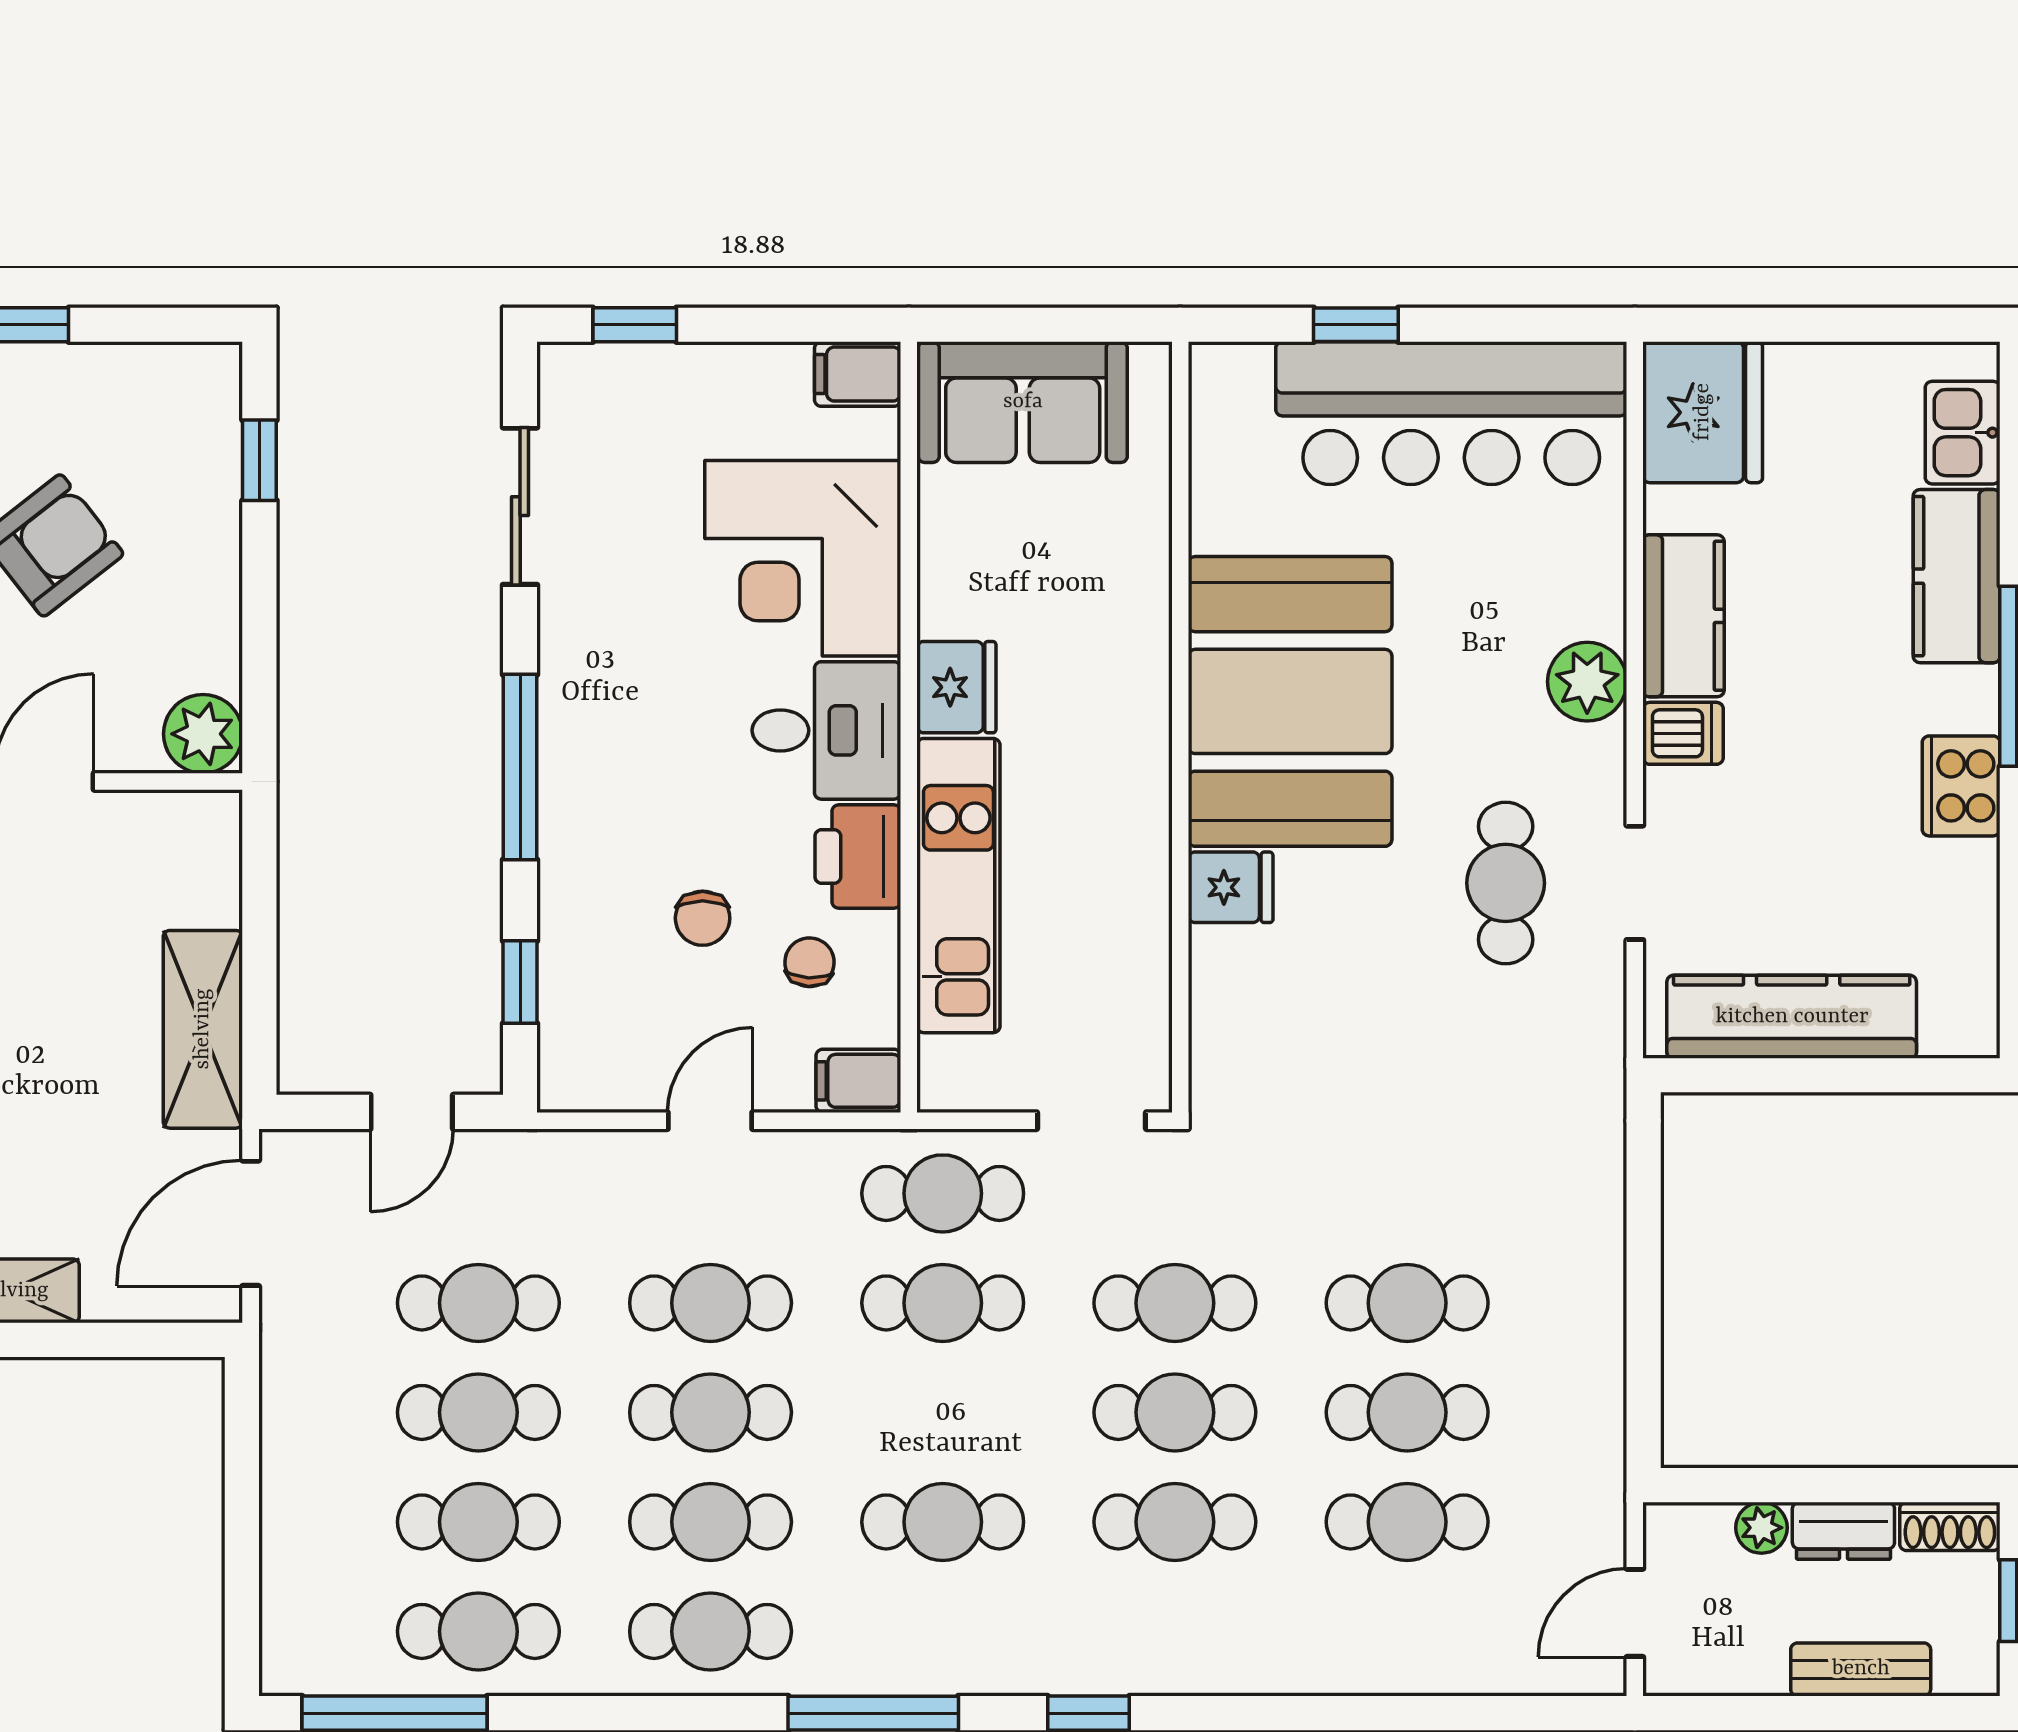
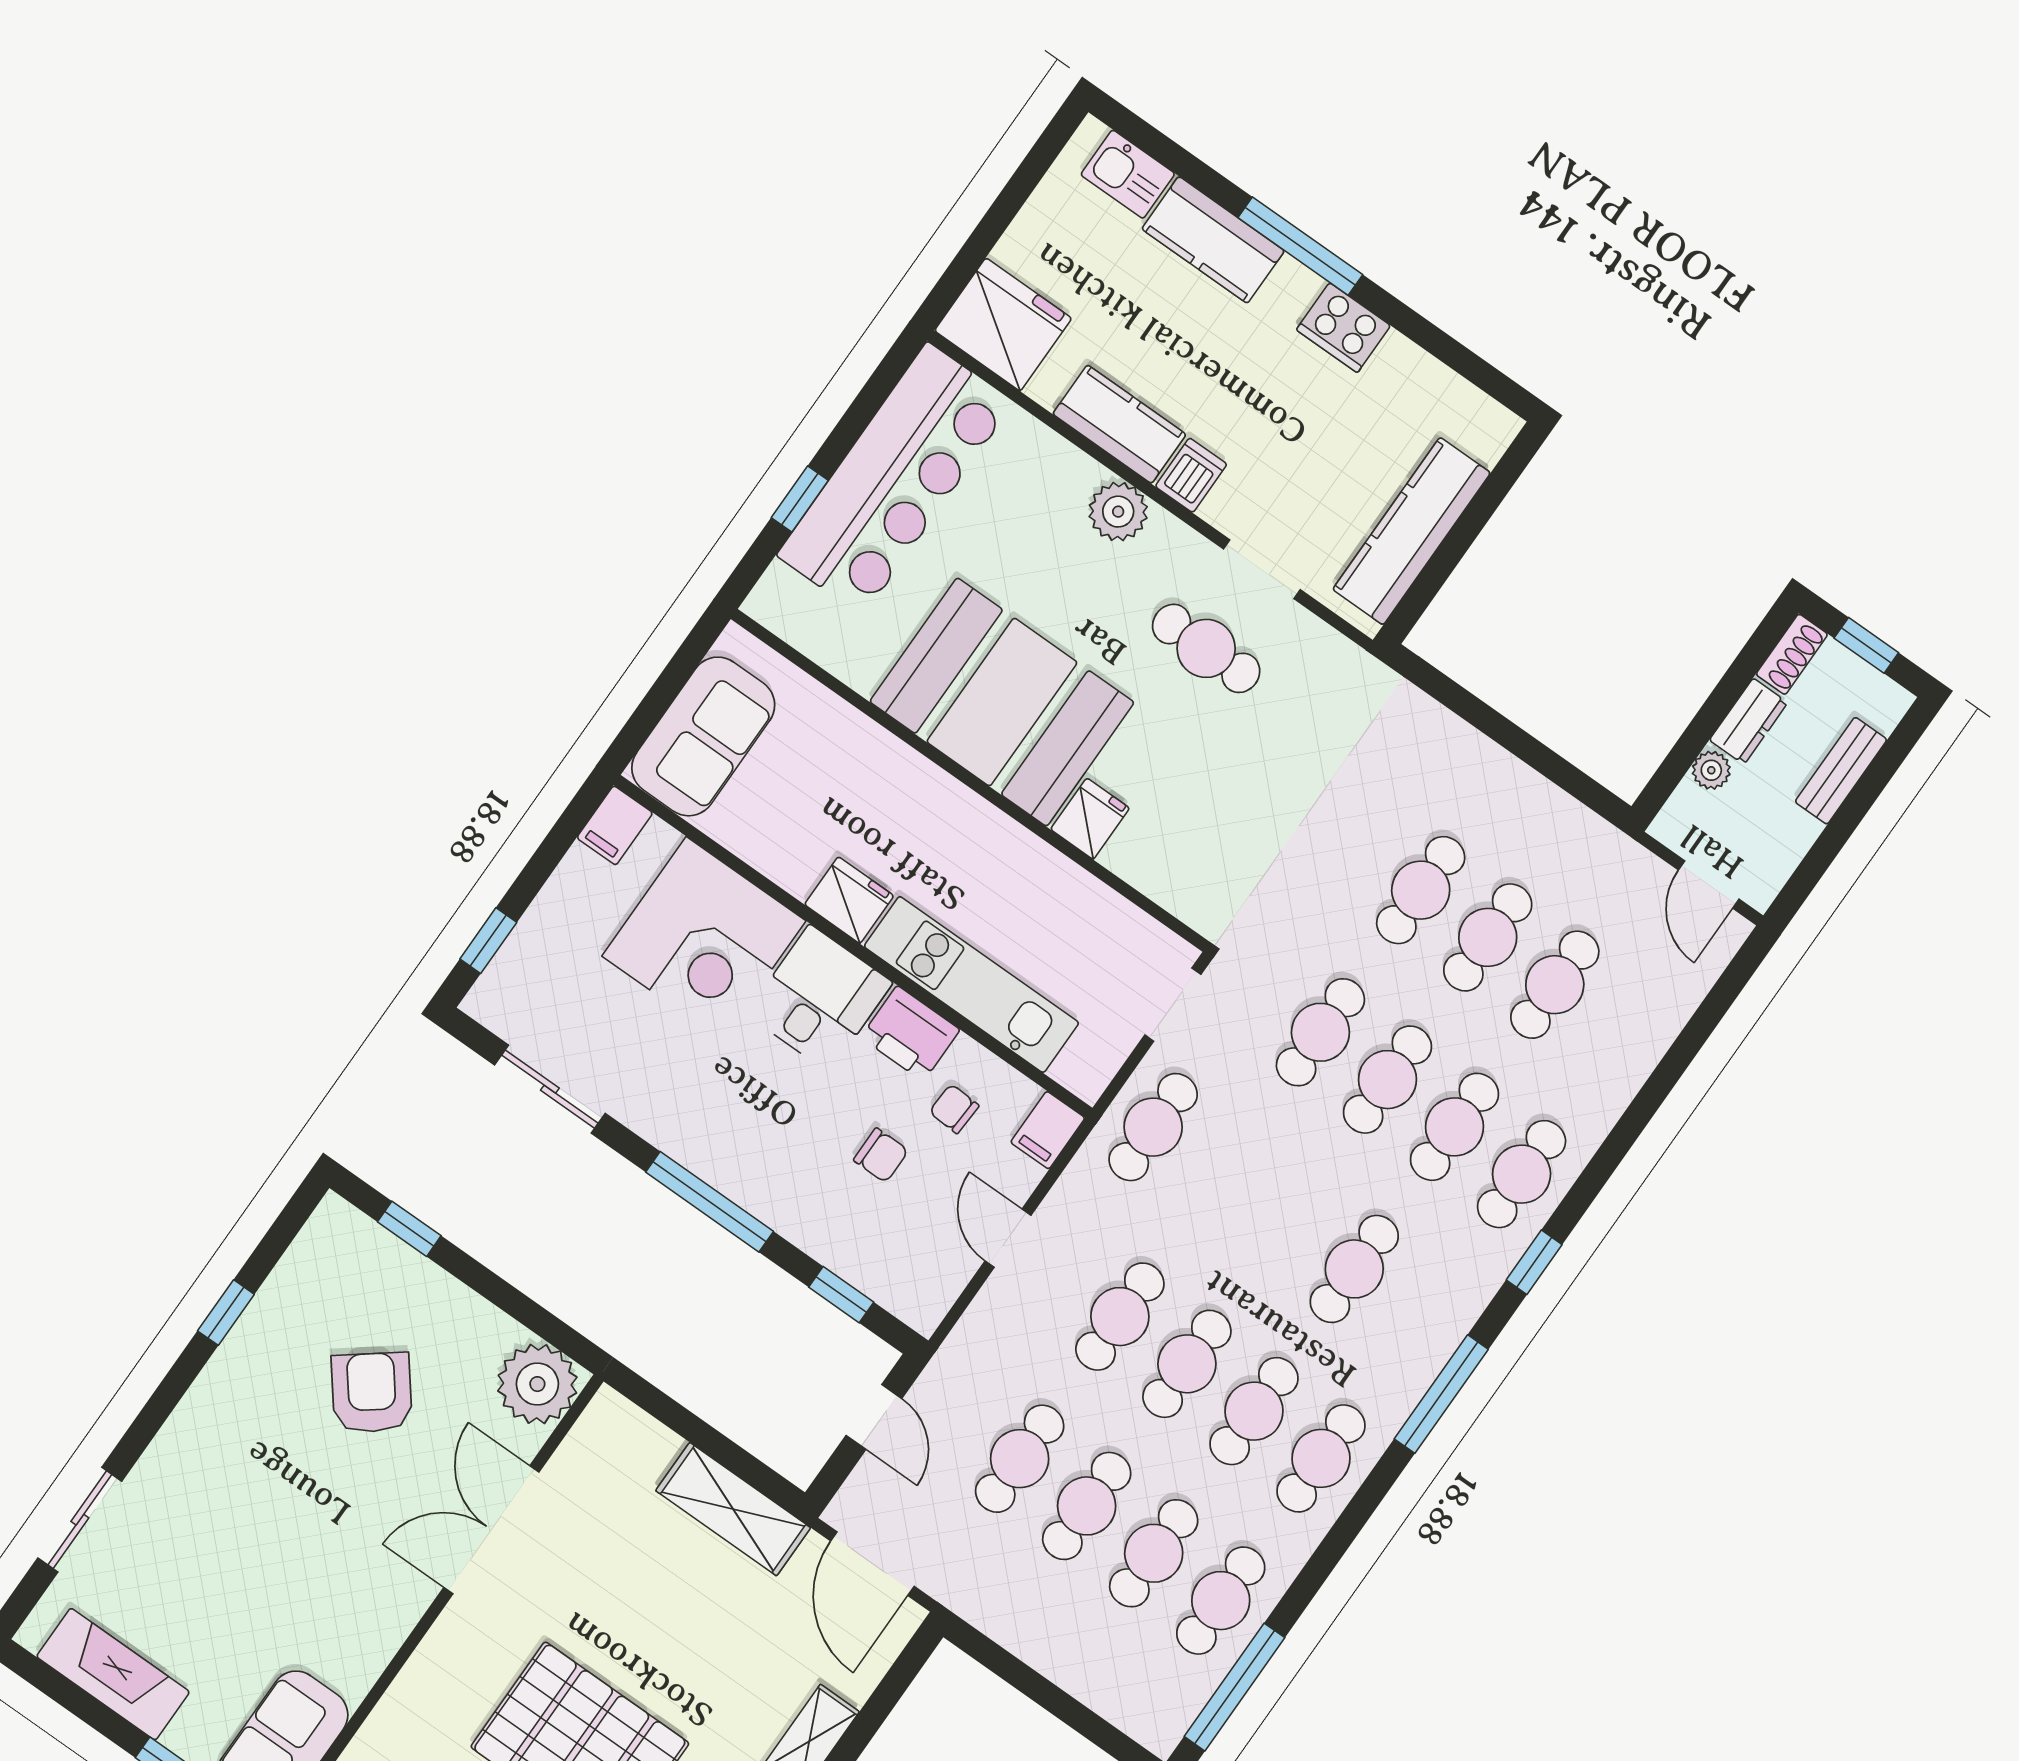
plant: (203, 734) -> (537, 1384), width x1.36, depth x1.36
cafe table: (943, 1303) -> (1522, 1174), moved

